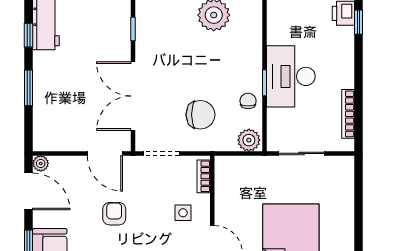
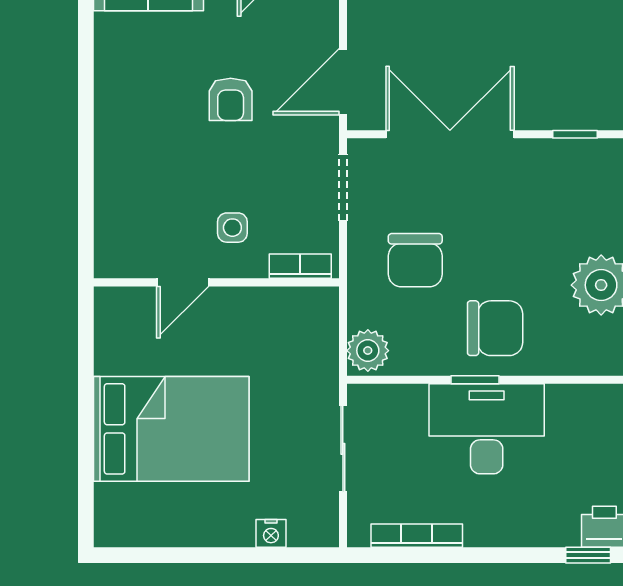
chair: (248, 101) -> (495, 328), moved, width x1.87, depth x1.87
nightstand: (347, 192) -> (271, 533), added
armchair: (114, 214) -> (231, 99), turned 90

